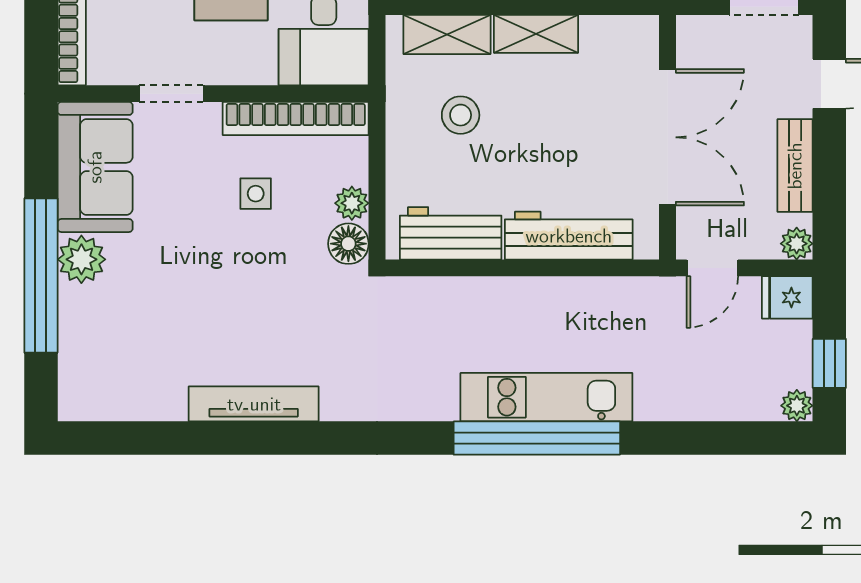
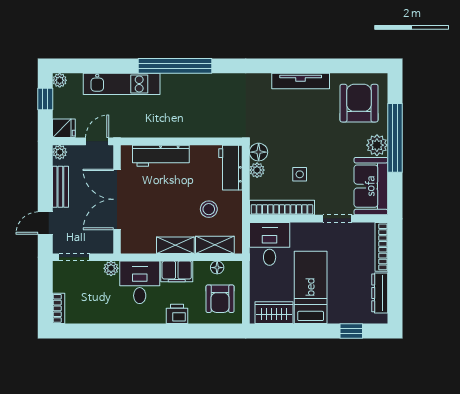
workbench: (451, 233) -> (231, 168), moved, turned 90
armchair: (122, 354) -> (359, 103), added
kitchen unit: (546, 397) -> (122, 84), moved

